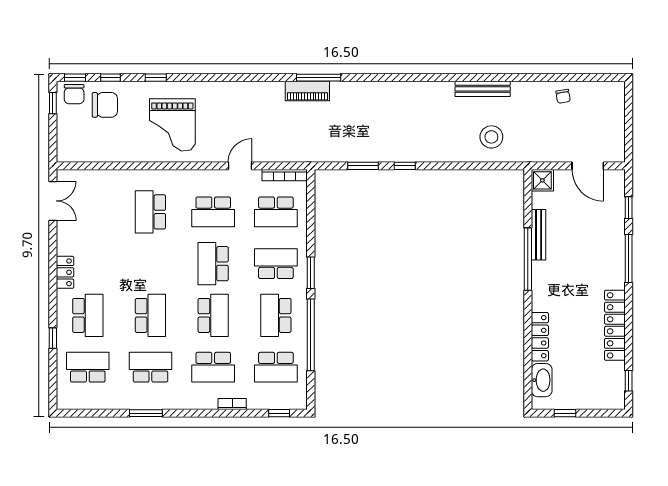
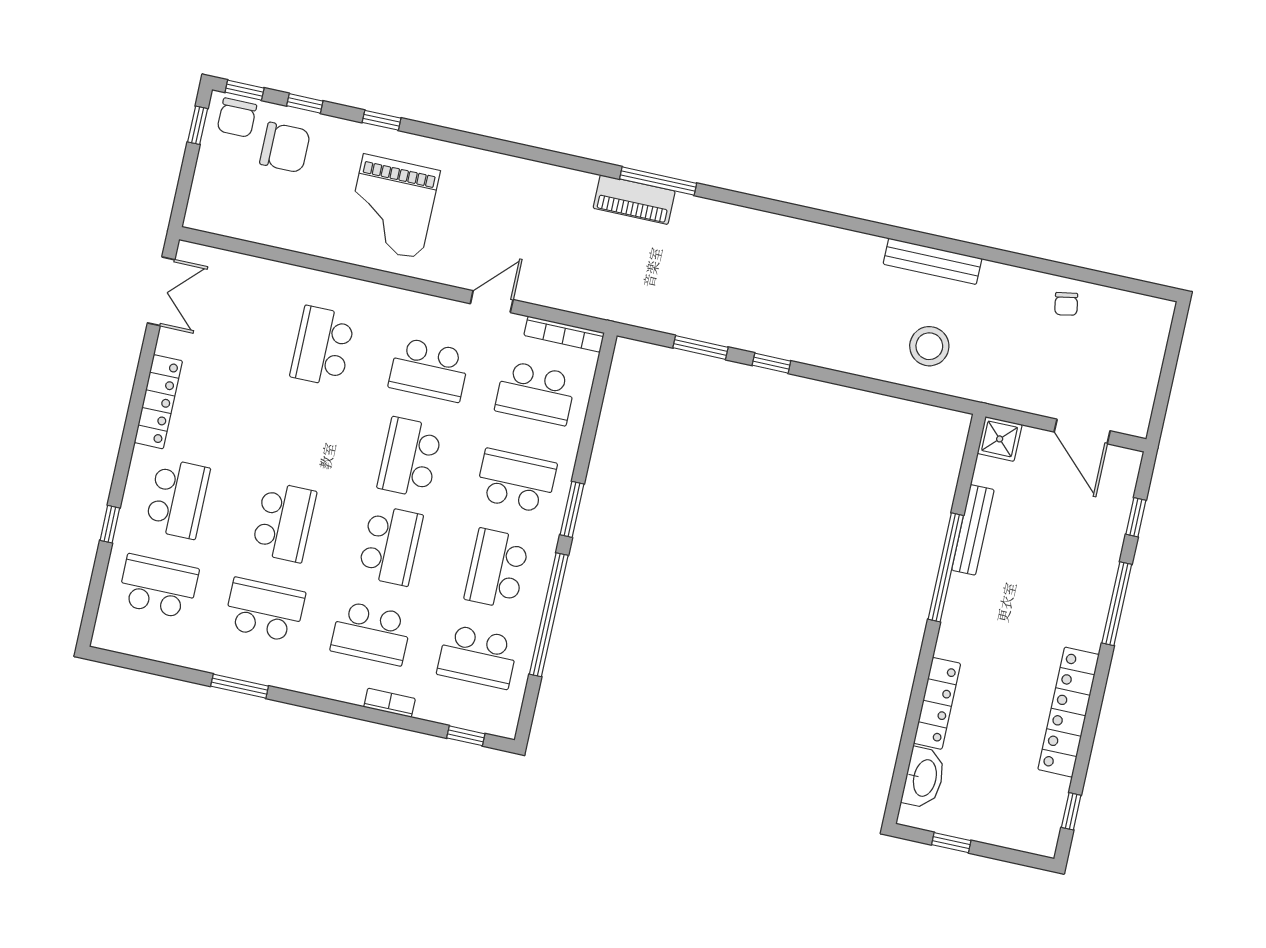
locker: (65, 272) -> (158, 402), width x1.53

